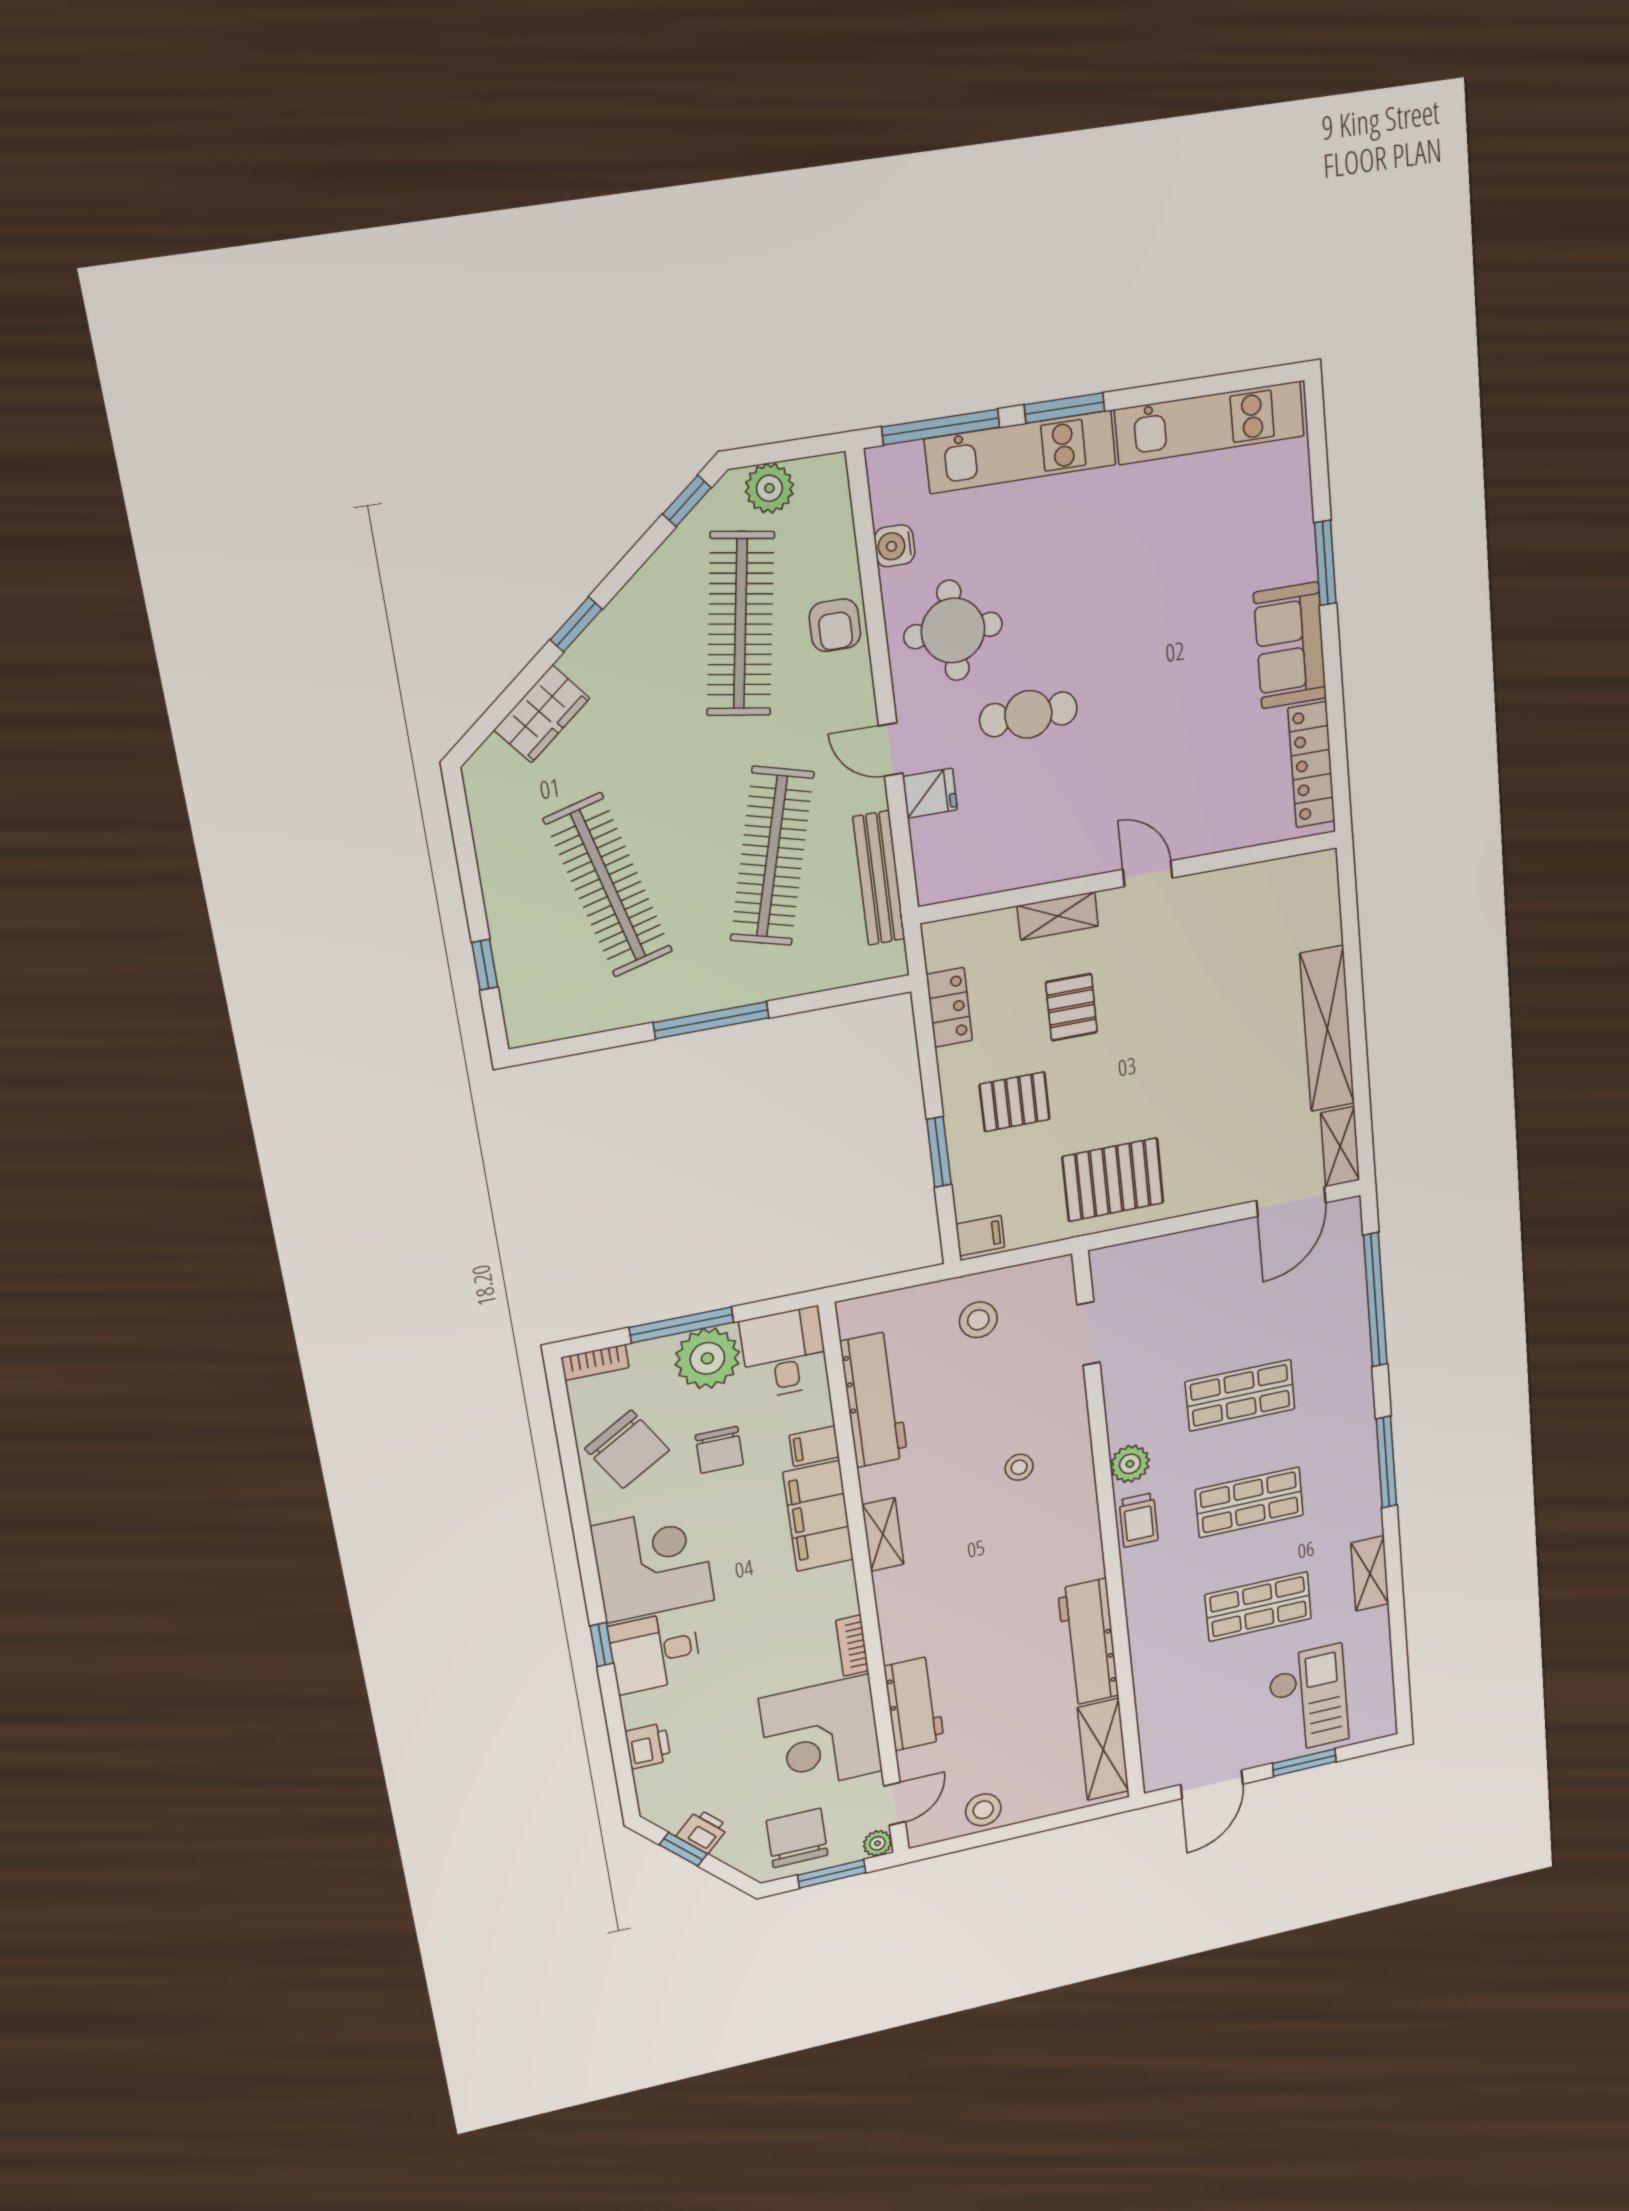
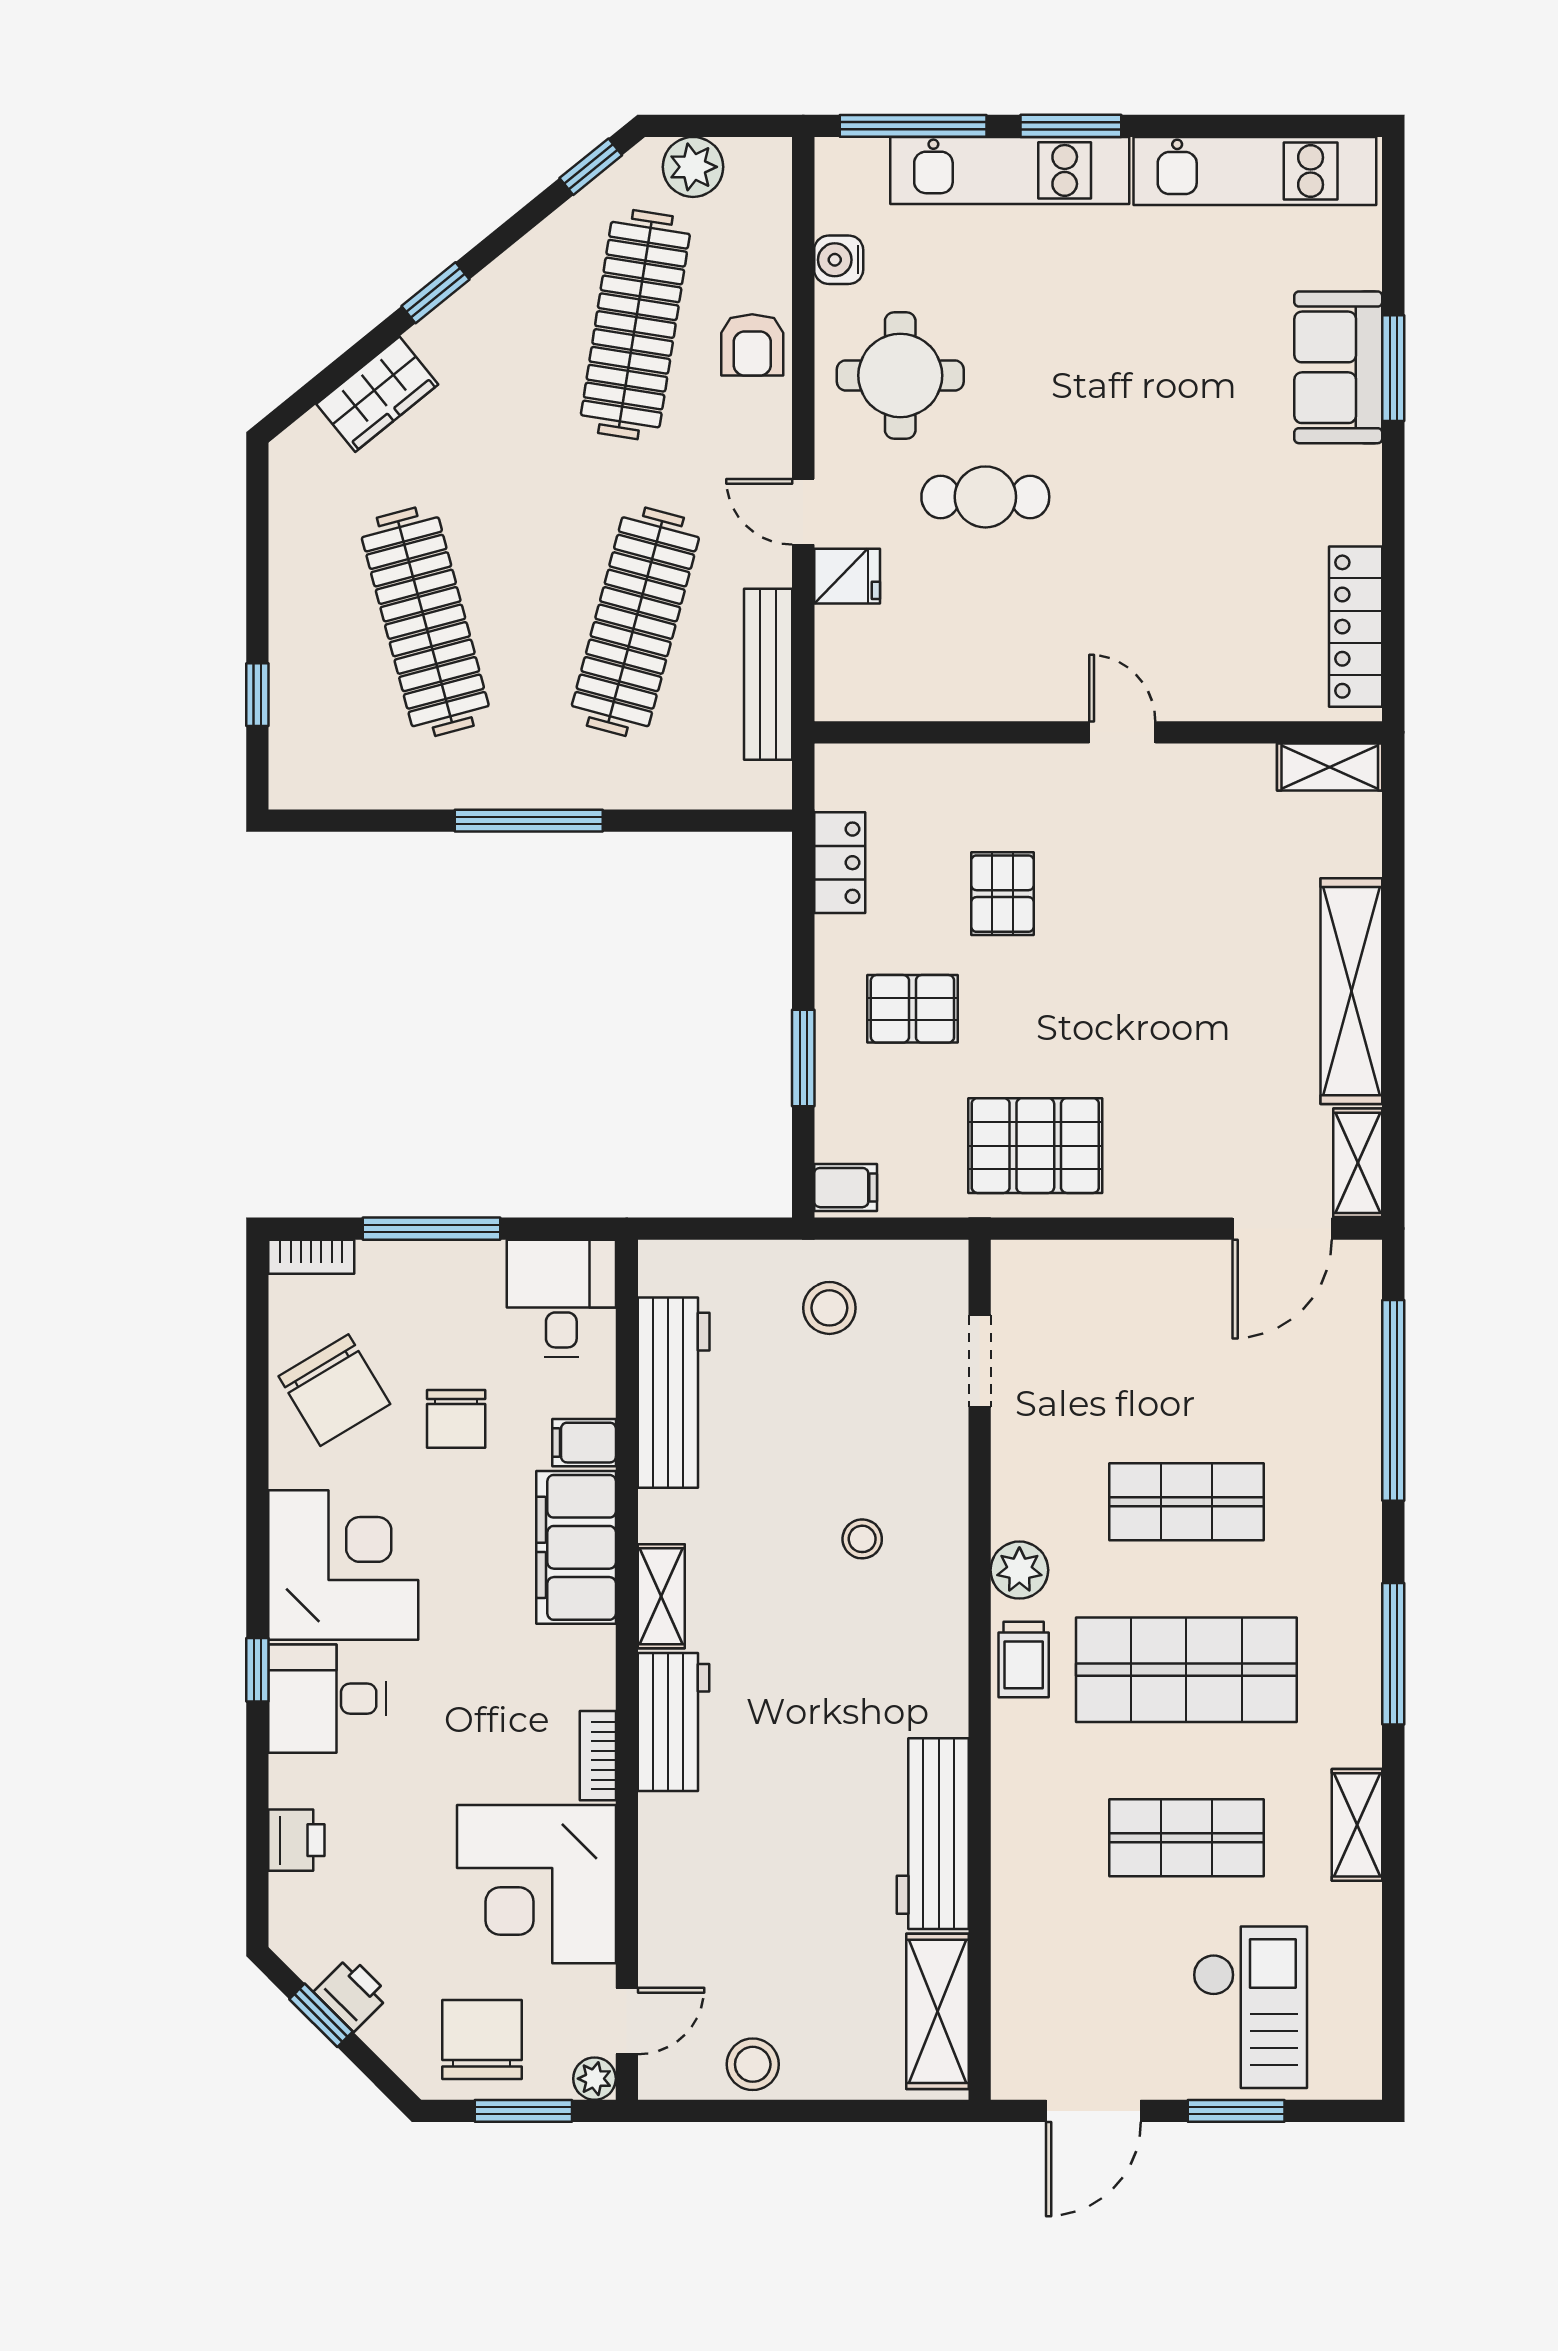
sofa: (1290, 645) -> (1338, 367), moved
shelving: (1058, 916) -> (1330, 767), moved
plant: (707, 1358) -> (459, 1283), removed
shop shelf: (1249, 1502) -> (1186, 1670), width x1.43, depth x1.36
workbench: (914, 1703) -> (674, 1722), moved

